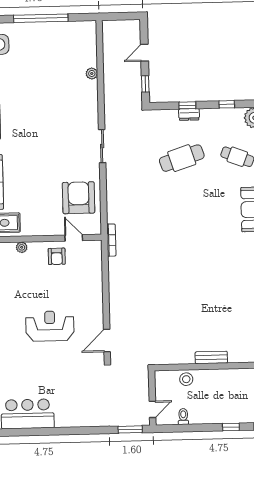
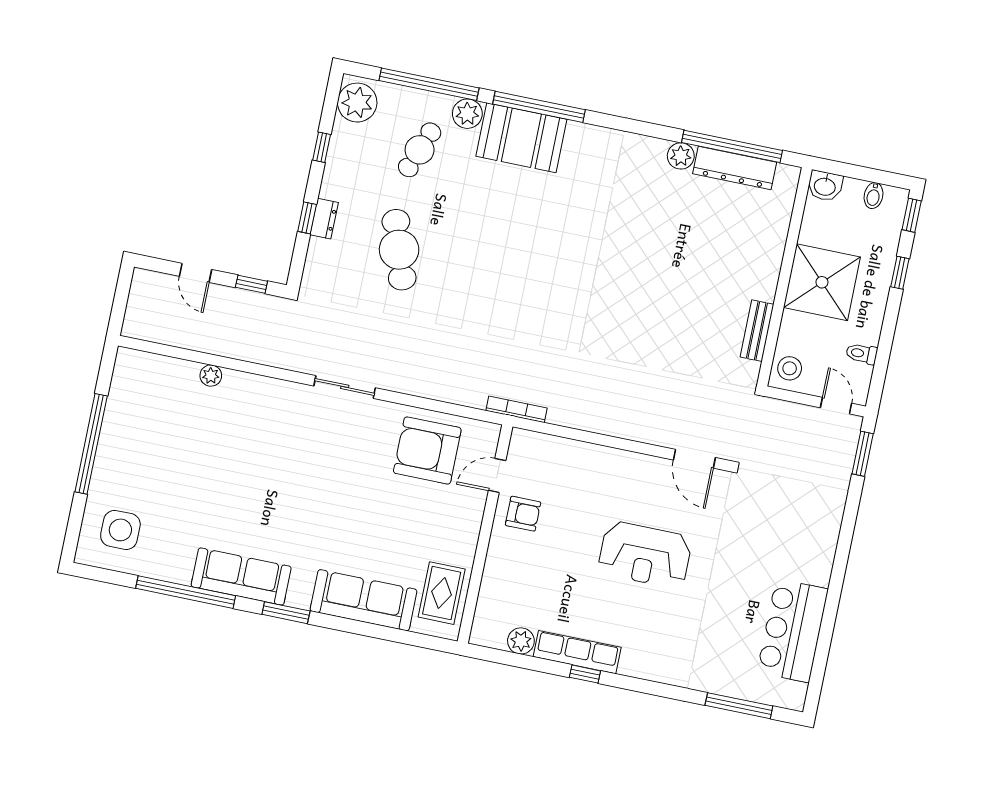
plant: (22, 247) -> (493, 573), removed
reception desk: (50, 326) -> (645, 555), turned -90
bench: (211, 357) -> (757, 331), moved
stool: (186, 379) -> (790, 368), moved
shower: (216, 387) -> (822, 282), added

